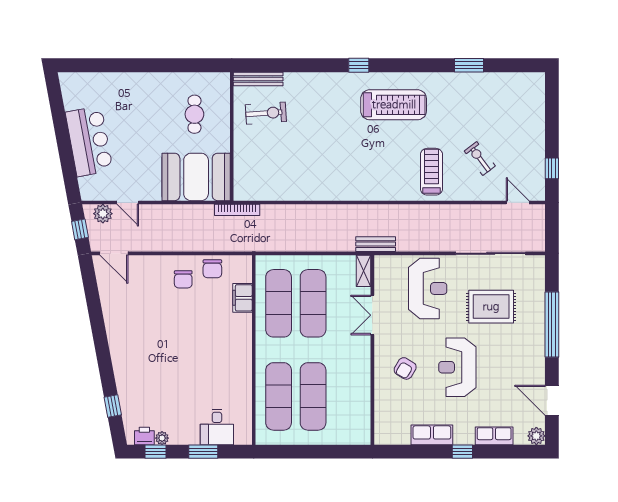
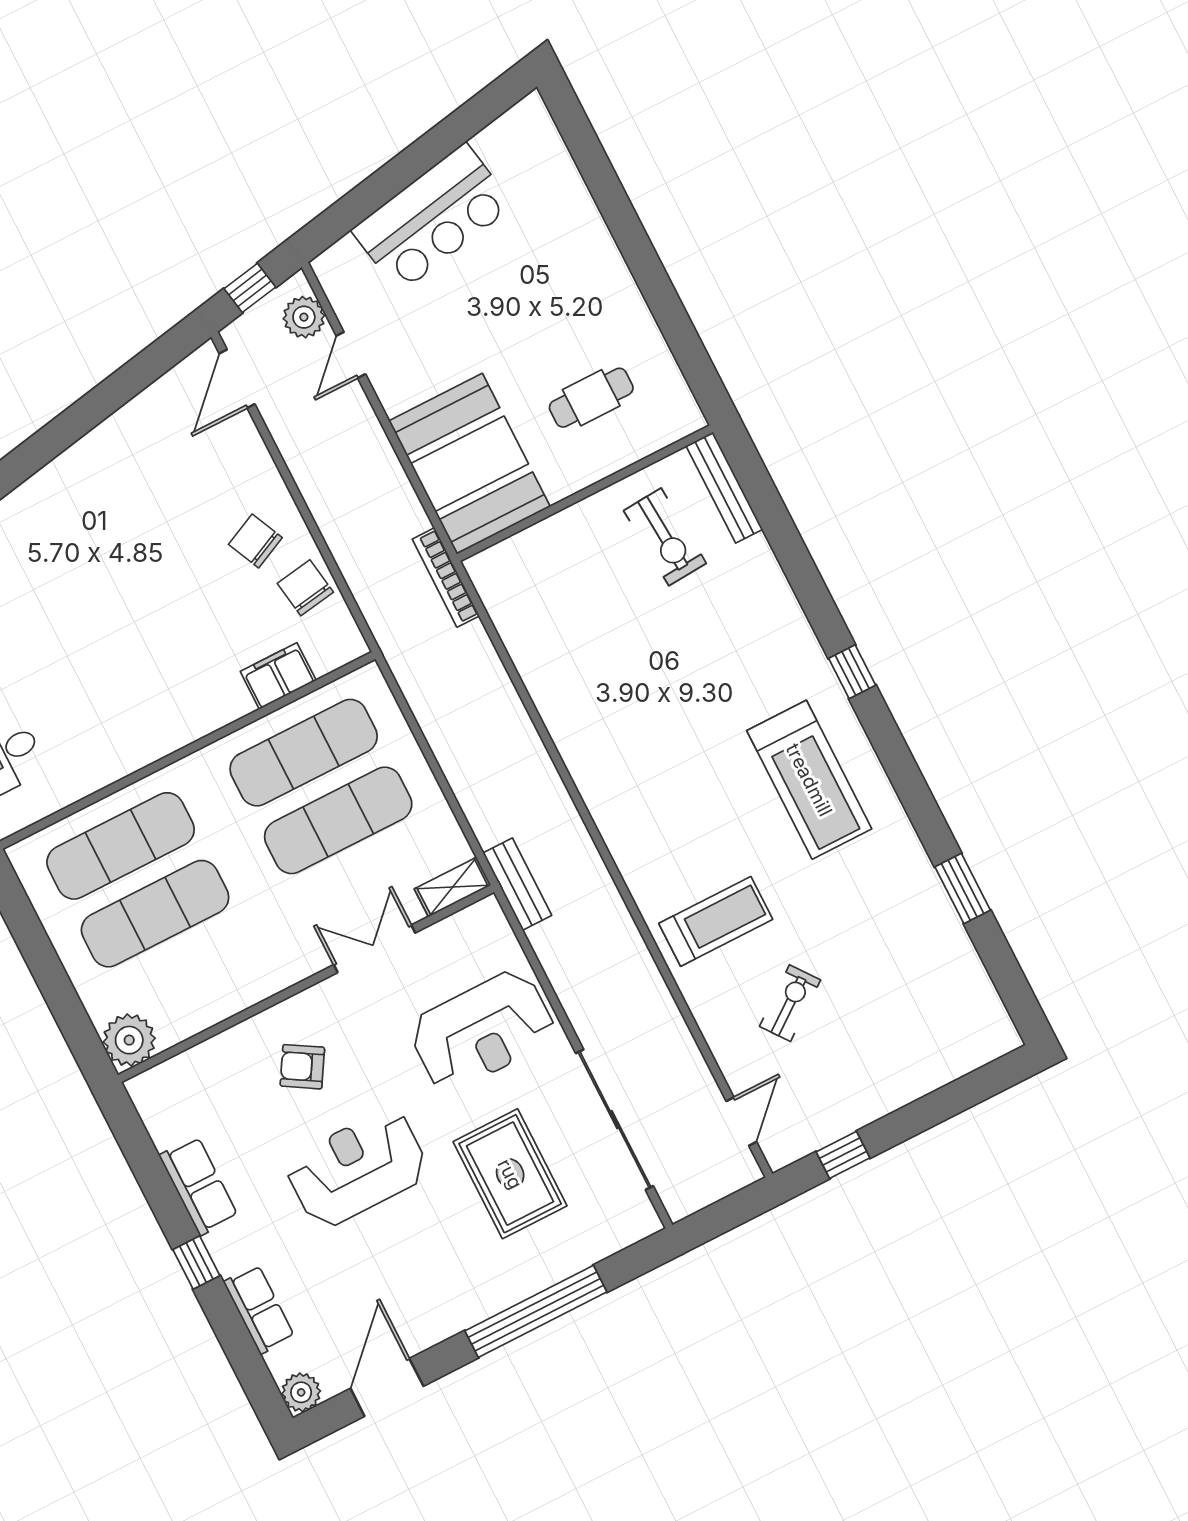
chair: (212, 269) -> (305, 588), turned 81
chair: (183, 279) -> (255, 541), turned 65
plant: (359, 433) -> (129, 1040), added

